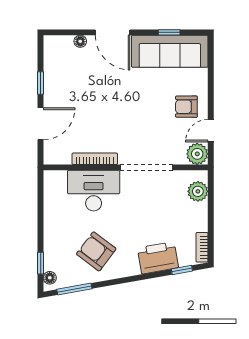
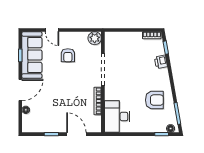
armchair: (186, 107) -> (68, 55), moved
door: (211, 131) -> (52, 30), moved
desk: (94, 191) -> (117, 117), moved
plant: (198, 191) -> (118, 38), removed
armchair: (96, 251) -> (154, 100), turned -127
printer: (158, 258) -> (161, 62), width x0.53, depth x0.68

